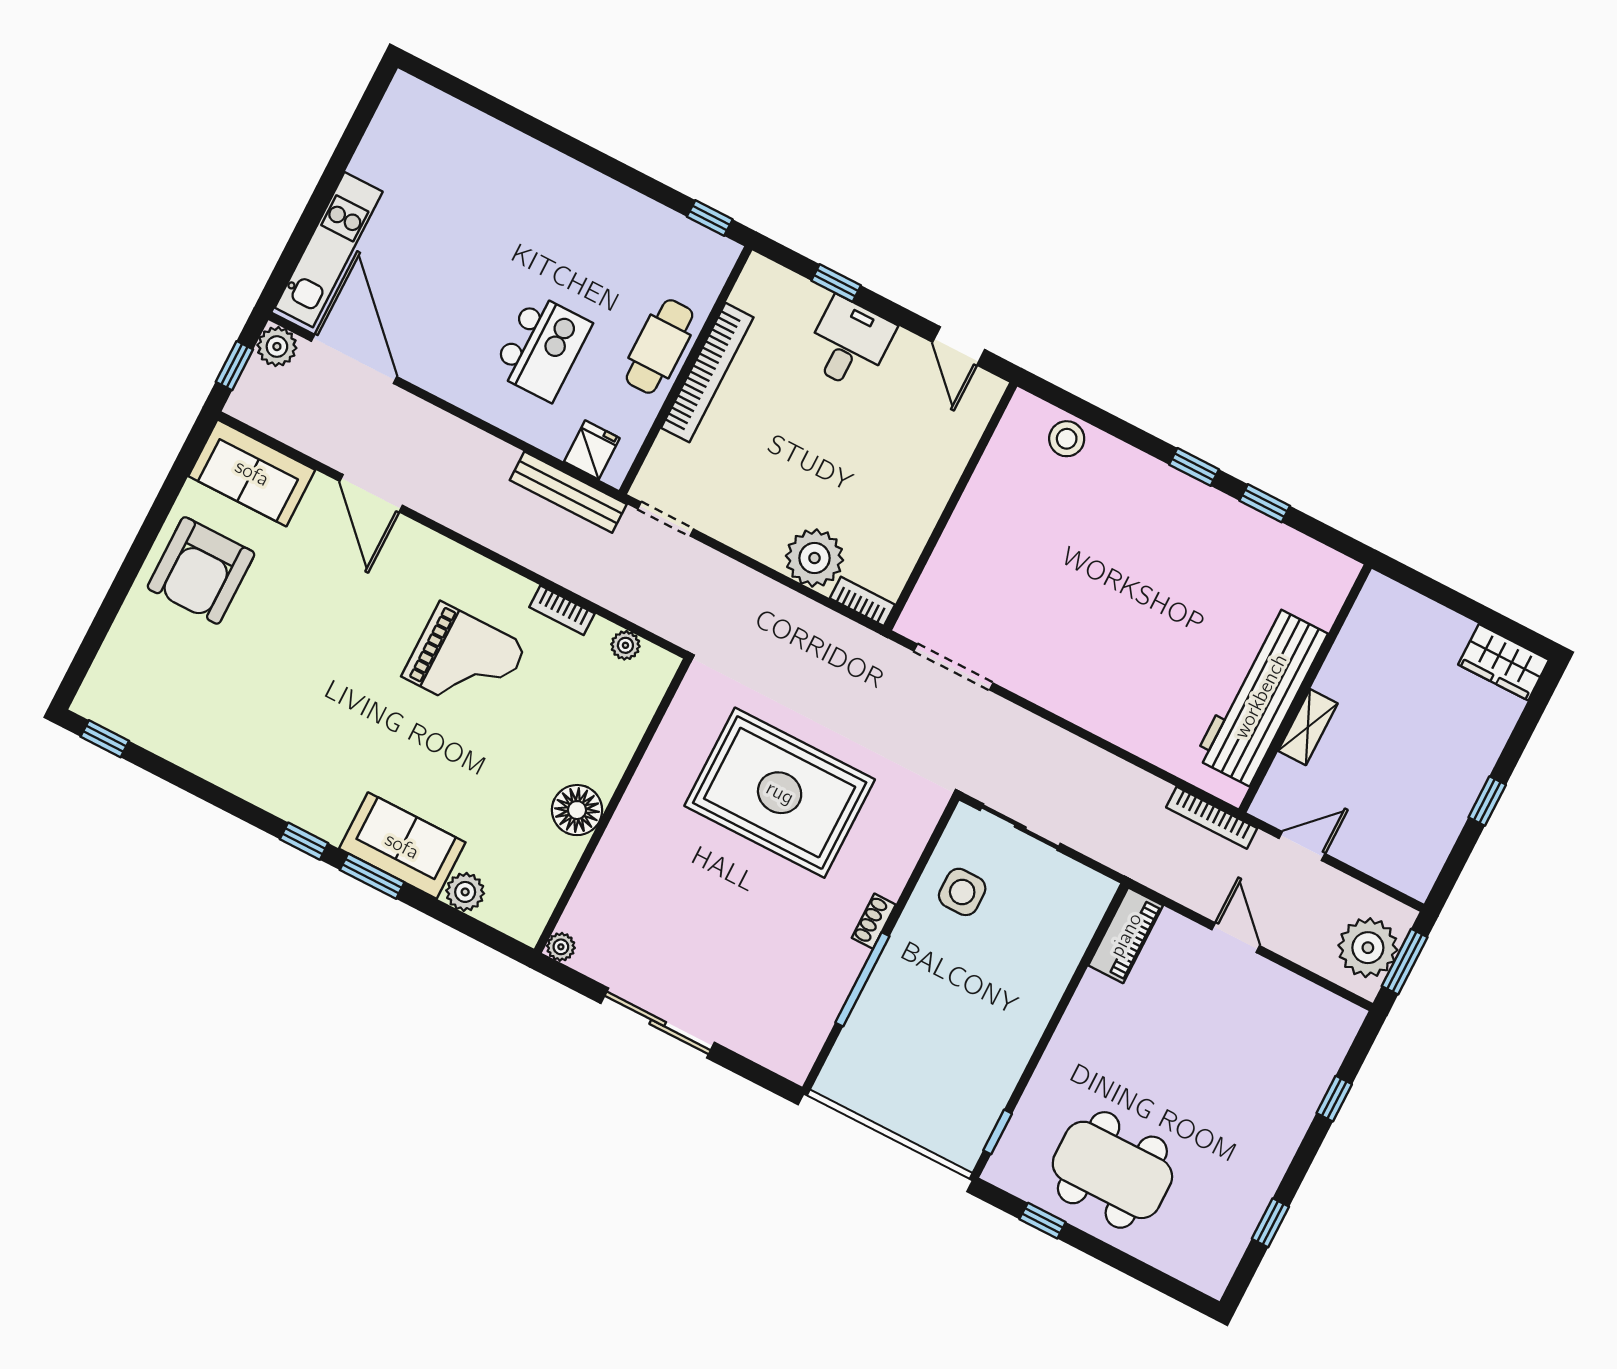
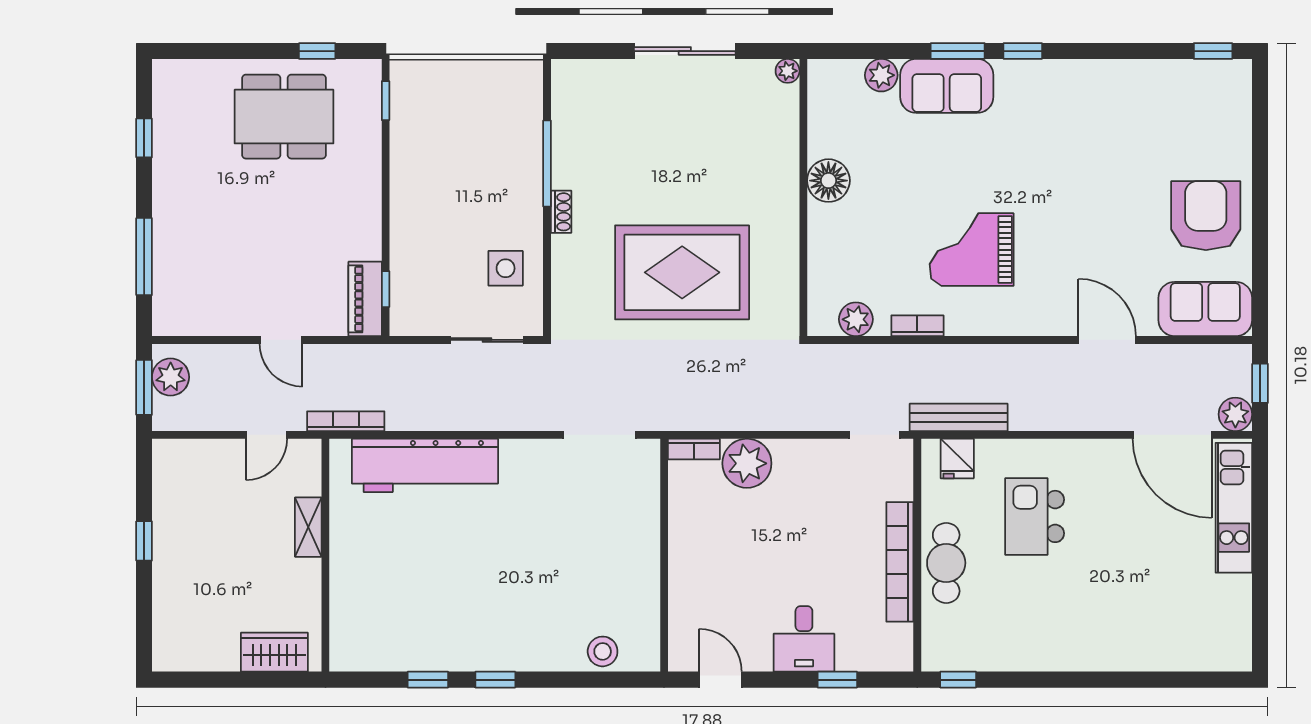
plant: (625, 645) -> (856, 319), width x1.38, depth x1.38
wardrobe: (1504, 662) -> (274, 652), moved
workbench: (1261, 696) -> (425, 465), moved, turned 90
window: (1099, 935) -> (386, 289), added
plant: (1368, 948) -> (171, 377), width x0.73, depth x0.73
window: (1334, 1099) -> (144, 257), width x2.17

